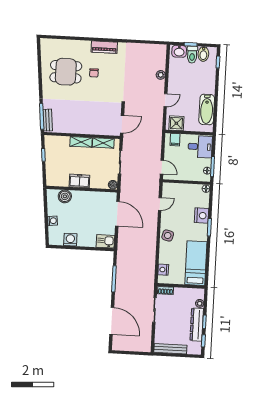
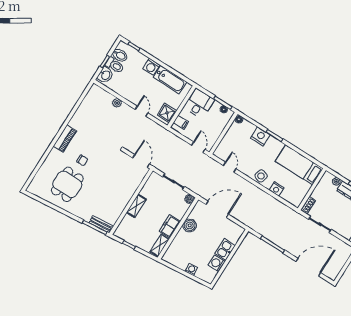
washing machine: (209, 87) -> (151, 67), added
shelving: (103, 143) -> (160, 245), moved
door: (162, 167) -> (198, 147), hinge flipped
boiler: (65, 196) -> (190, 225), moved
kitchen sink: (105, 241) -> (225, 250), moved
nightstand: (163, 270) -> (276, 189), moved

